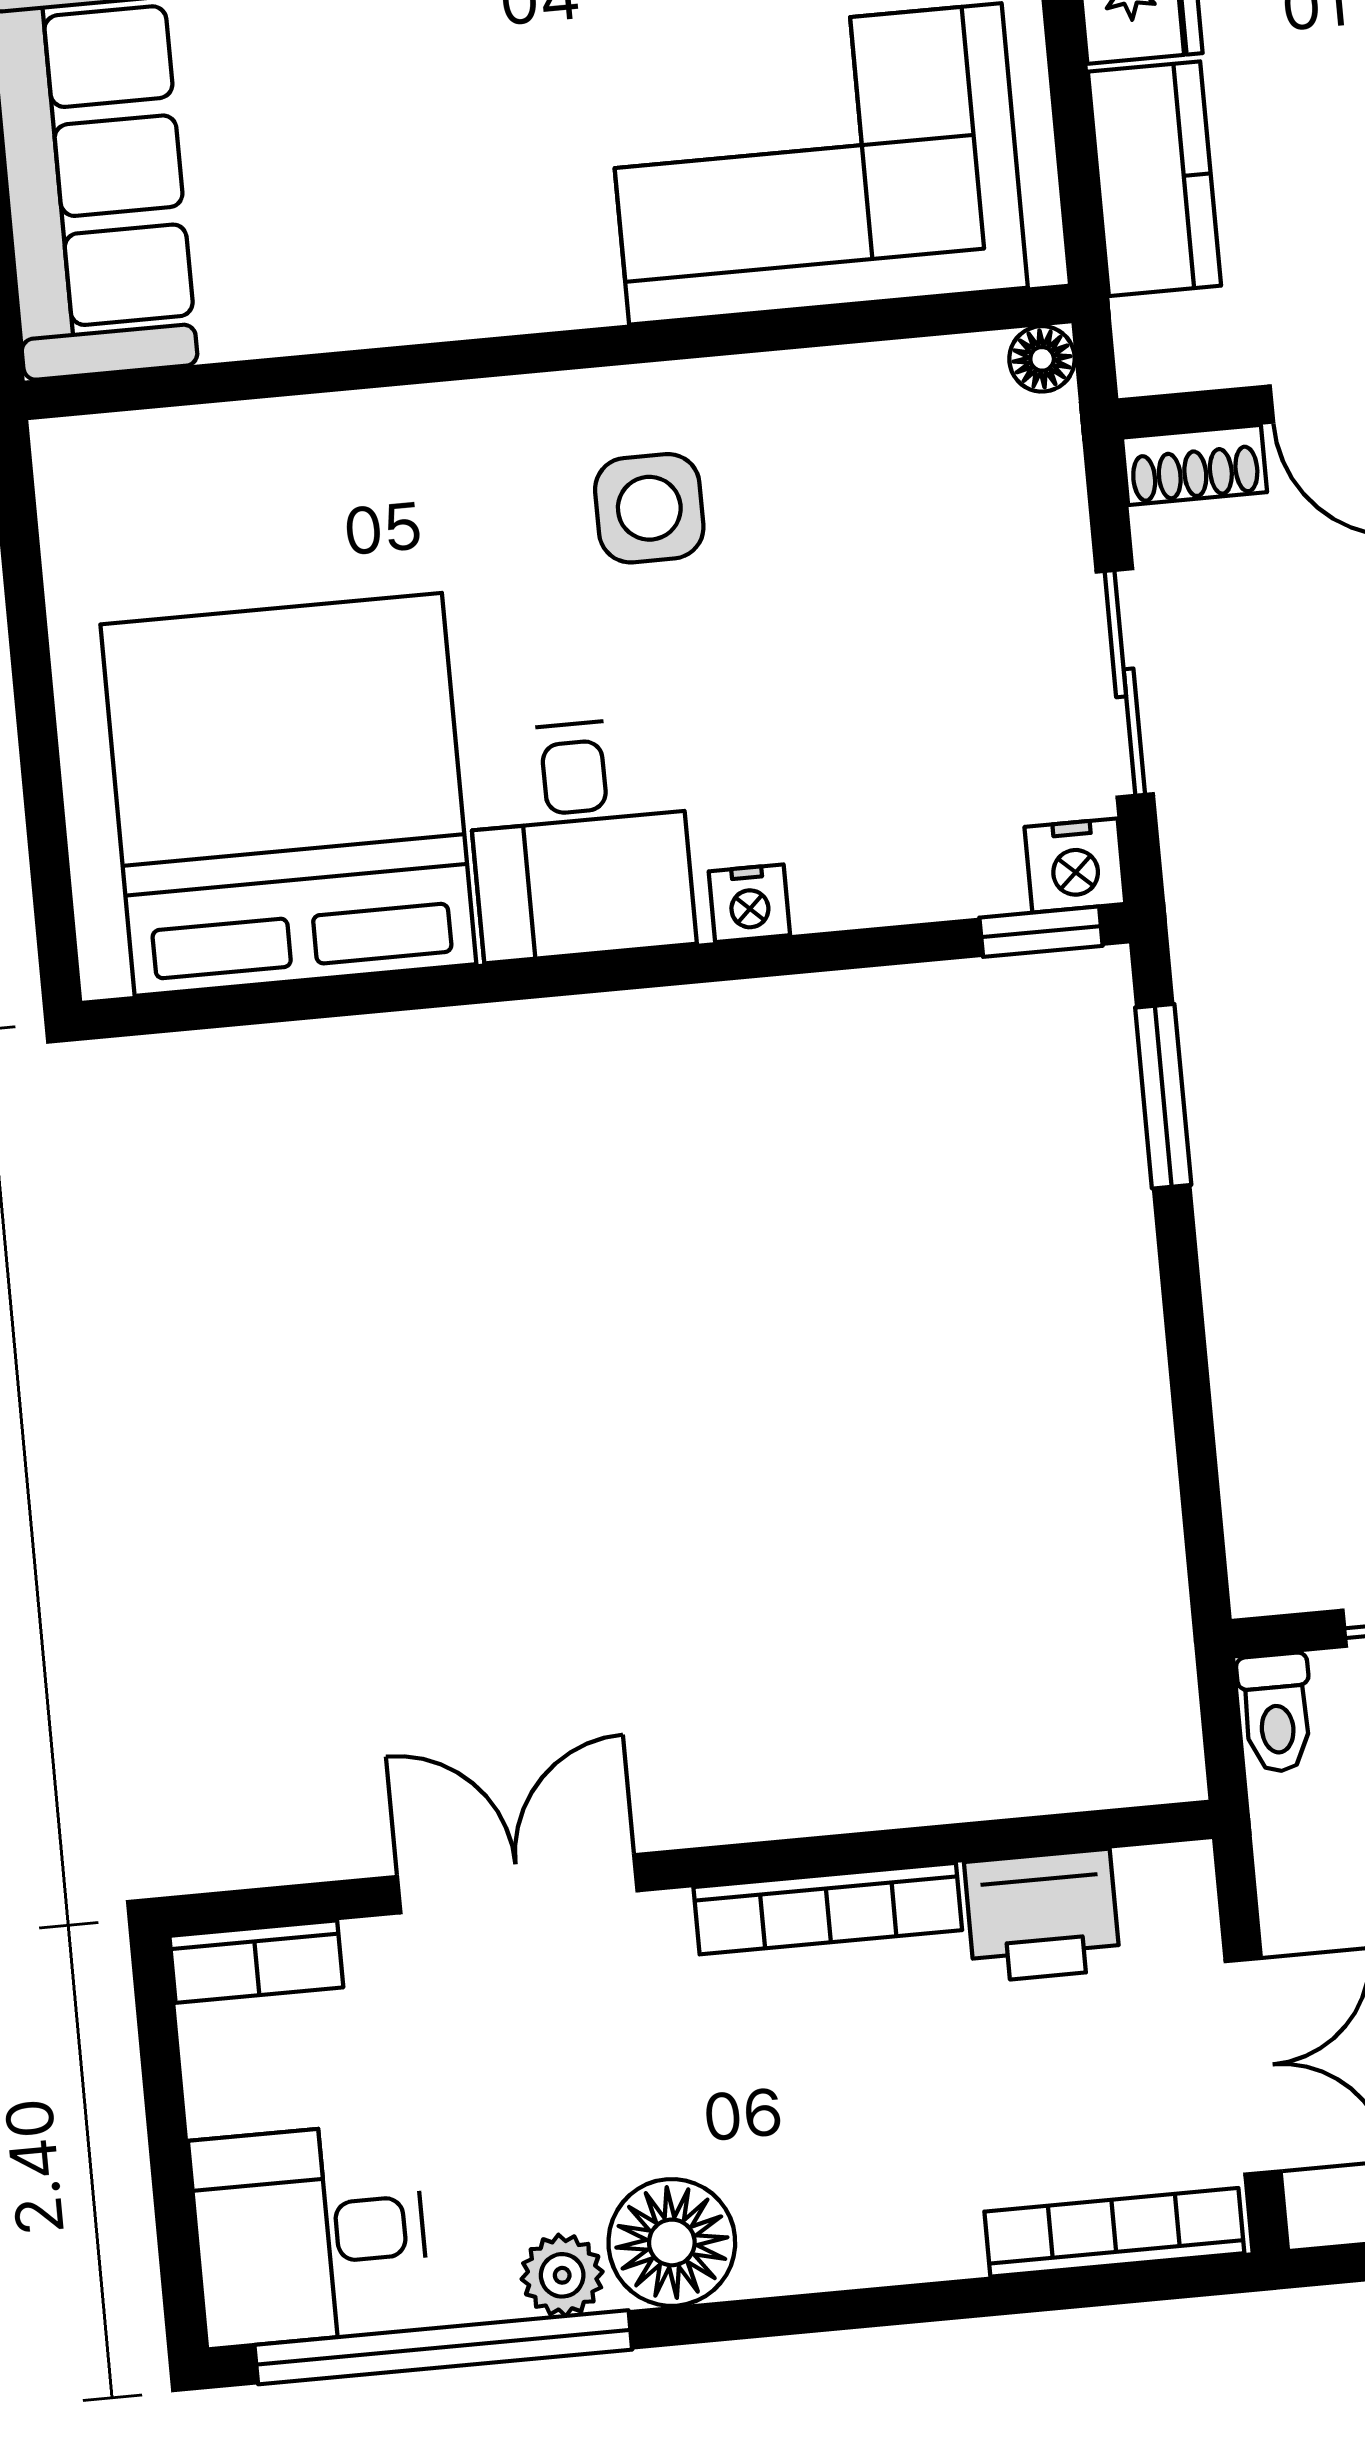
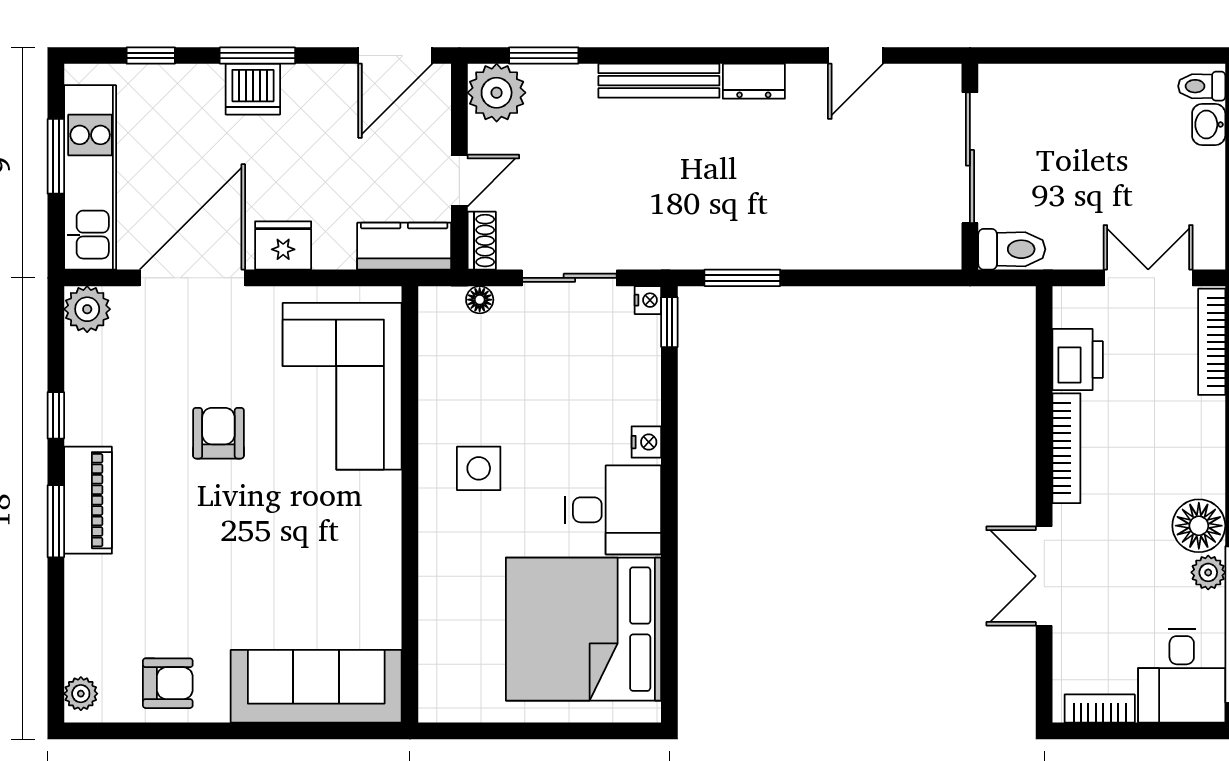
kitchen counter: (1155, 179) -> (404, 246), moved
floor lamp: (1042, 359) -> (480, 300), moved
nightstand: (1075, 865) -> (648, 300), width x0.72, depth x0.74
toilet: (1276, 1713) -> (1012, 249), width x1.37, depth x1.39
bookcase: (256, 1962) -> (1100, 709), moved, turned -90

